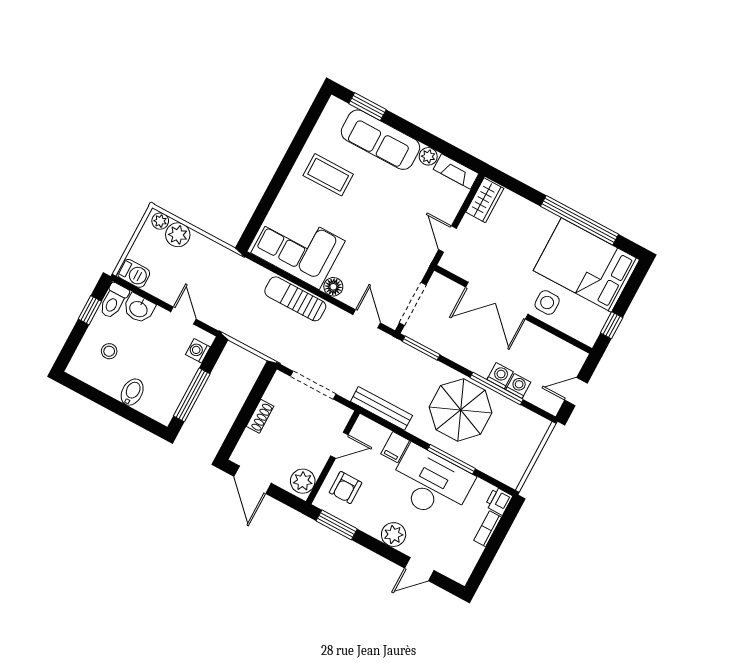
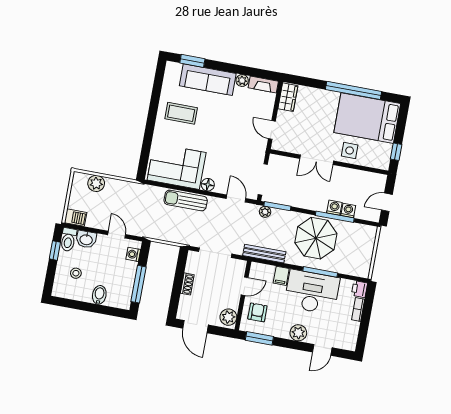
plant: (160, 221) -> (265, 212), moved
double door: (497, 301) -> (317, 160), width x0.73
armchair: (345, 488) -> (257, 312), turned 180

